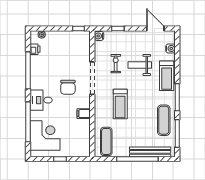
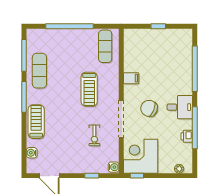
printer: (35, 49) -> (187, 136), moved
weight bench: (140, 65) -> (67, 134), removed
chair: (68, 87) -> (149, 108), turned -68
desk: (41, 100) -> (180, 107), moved
treadmill: (120, 104) -> (89, 89), turned 180
corner desk: (45, 136) -> (141, 156), moved, turned 90
bench: (150, 152) -> (55, 34), removed

